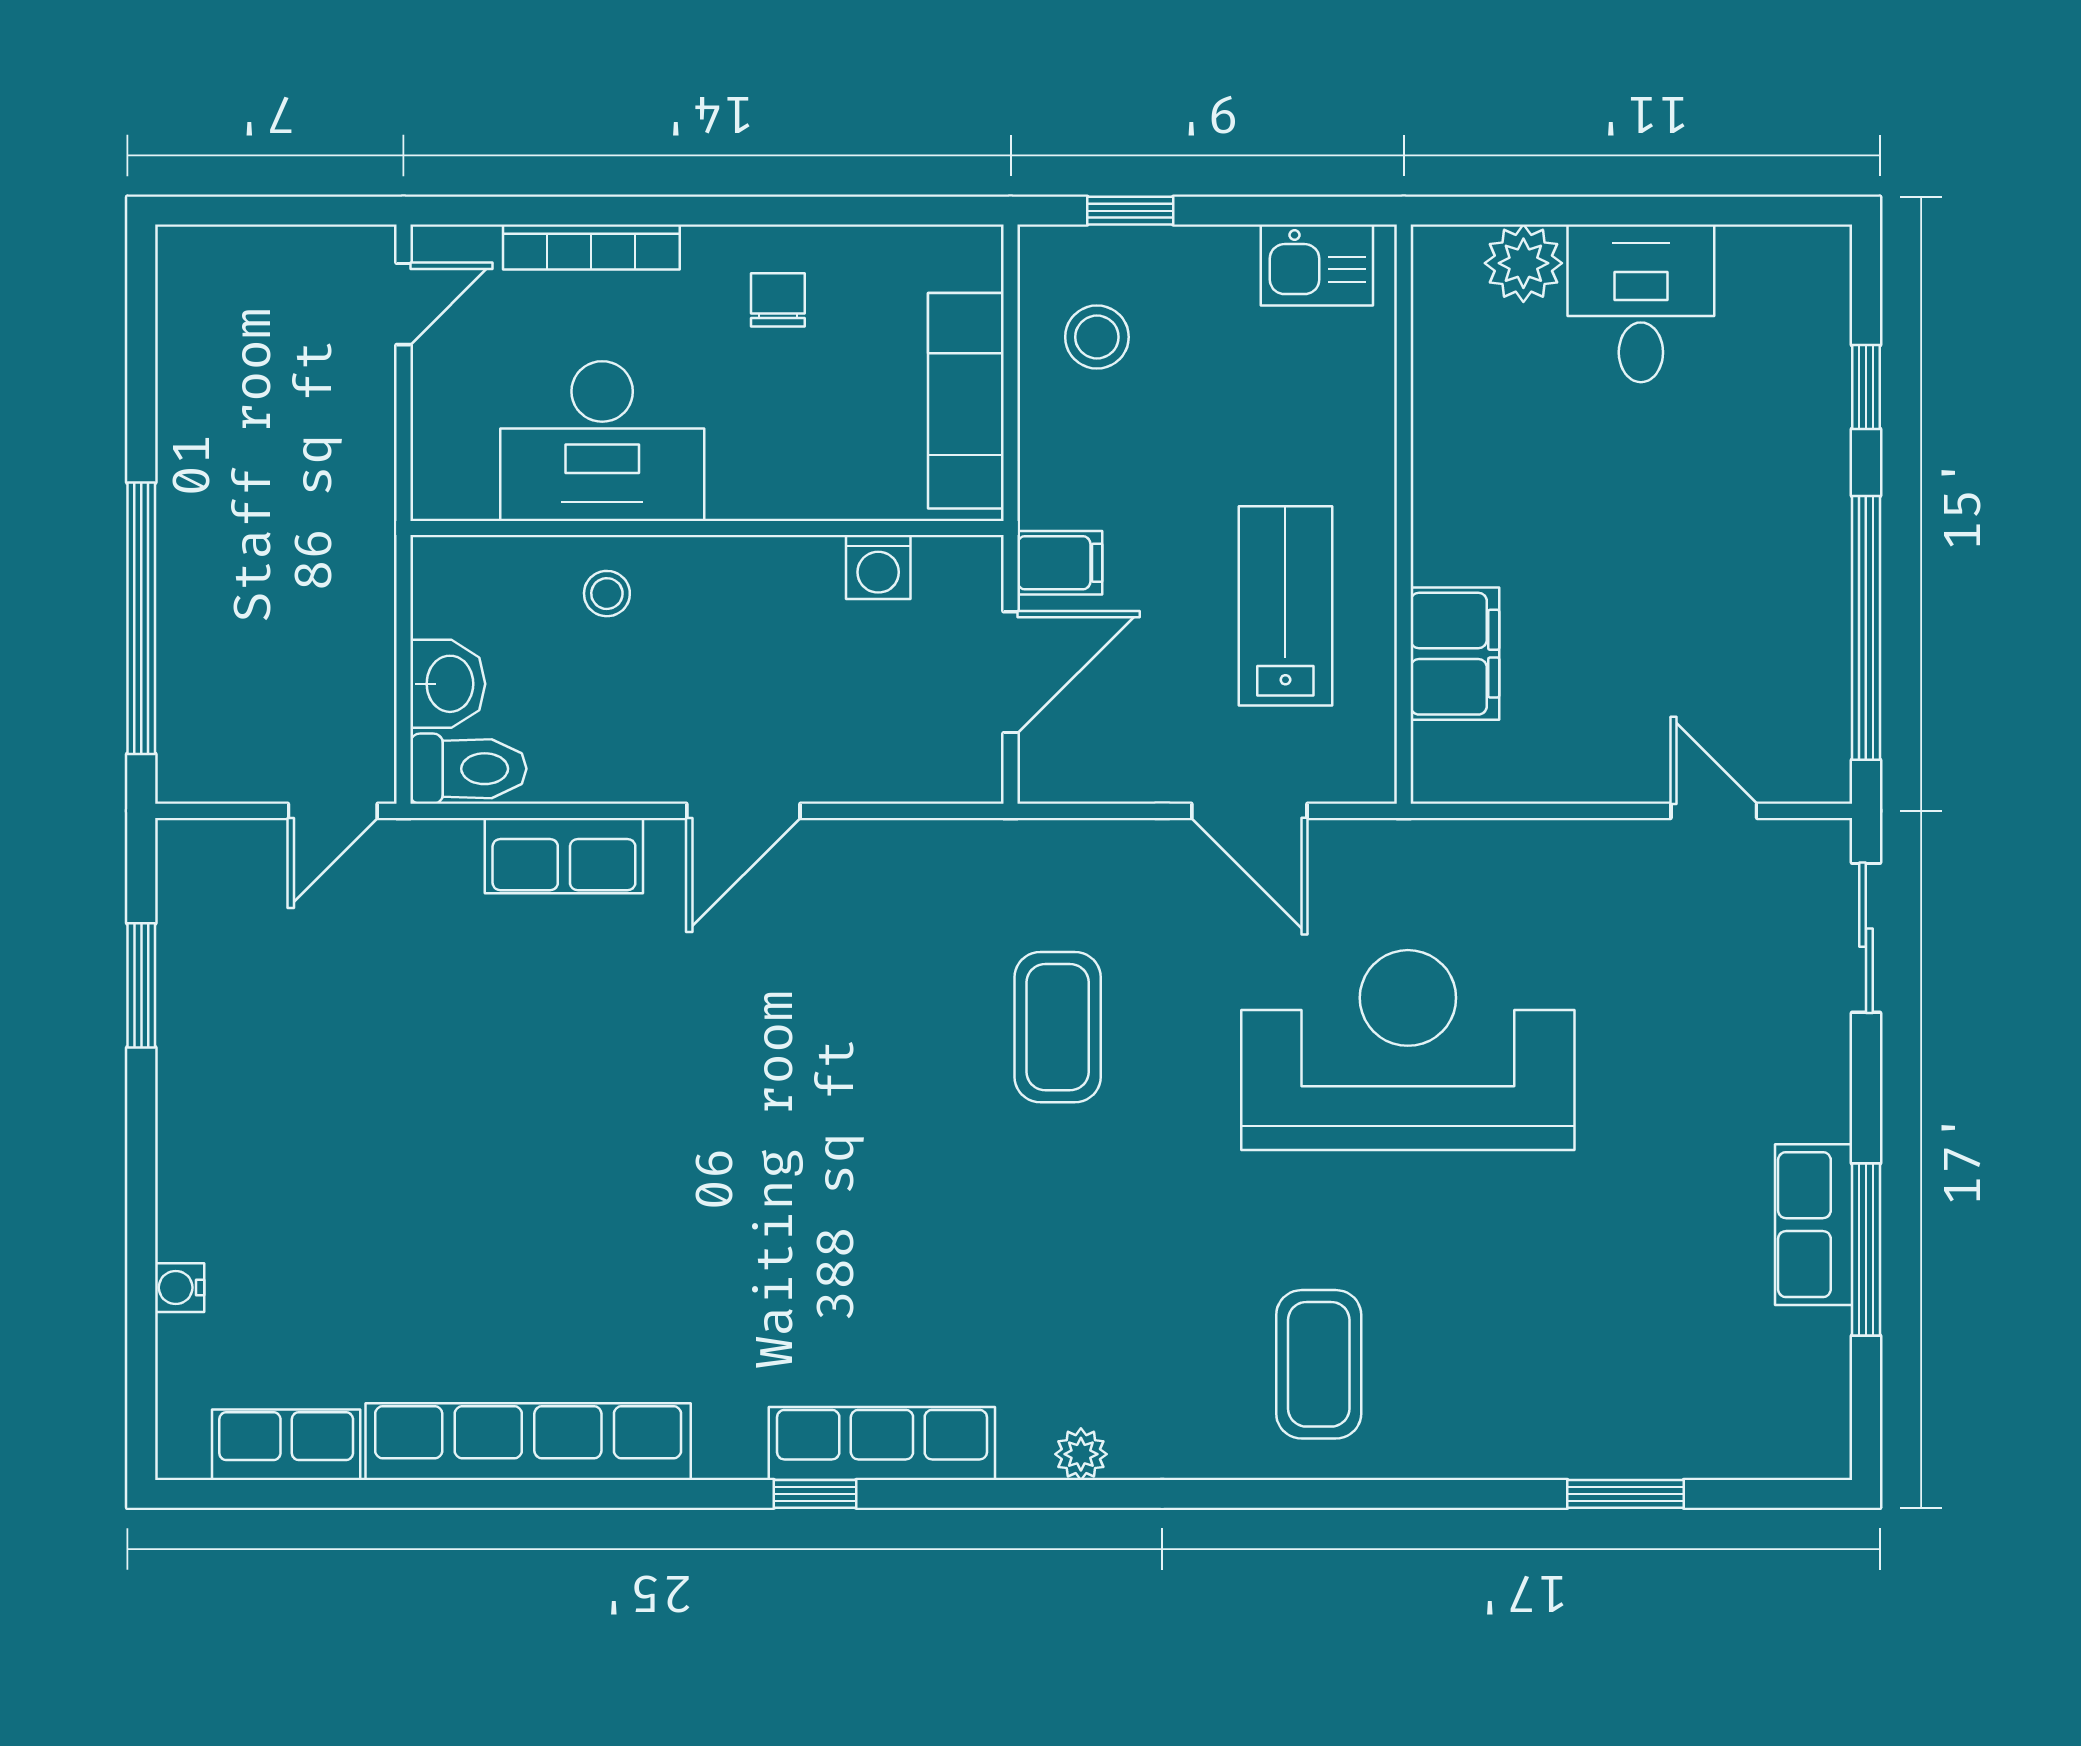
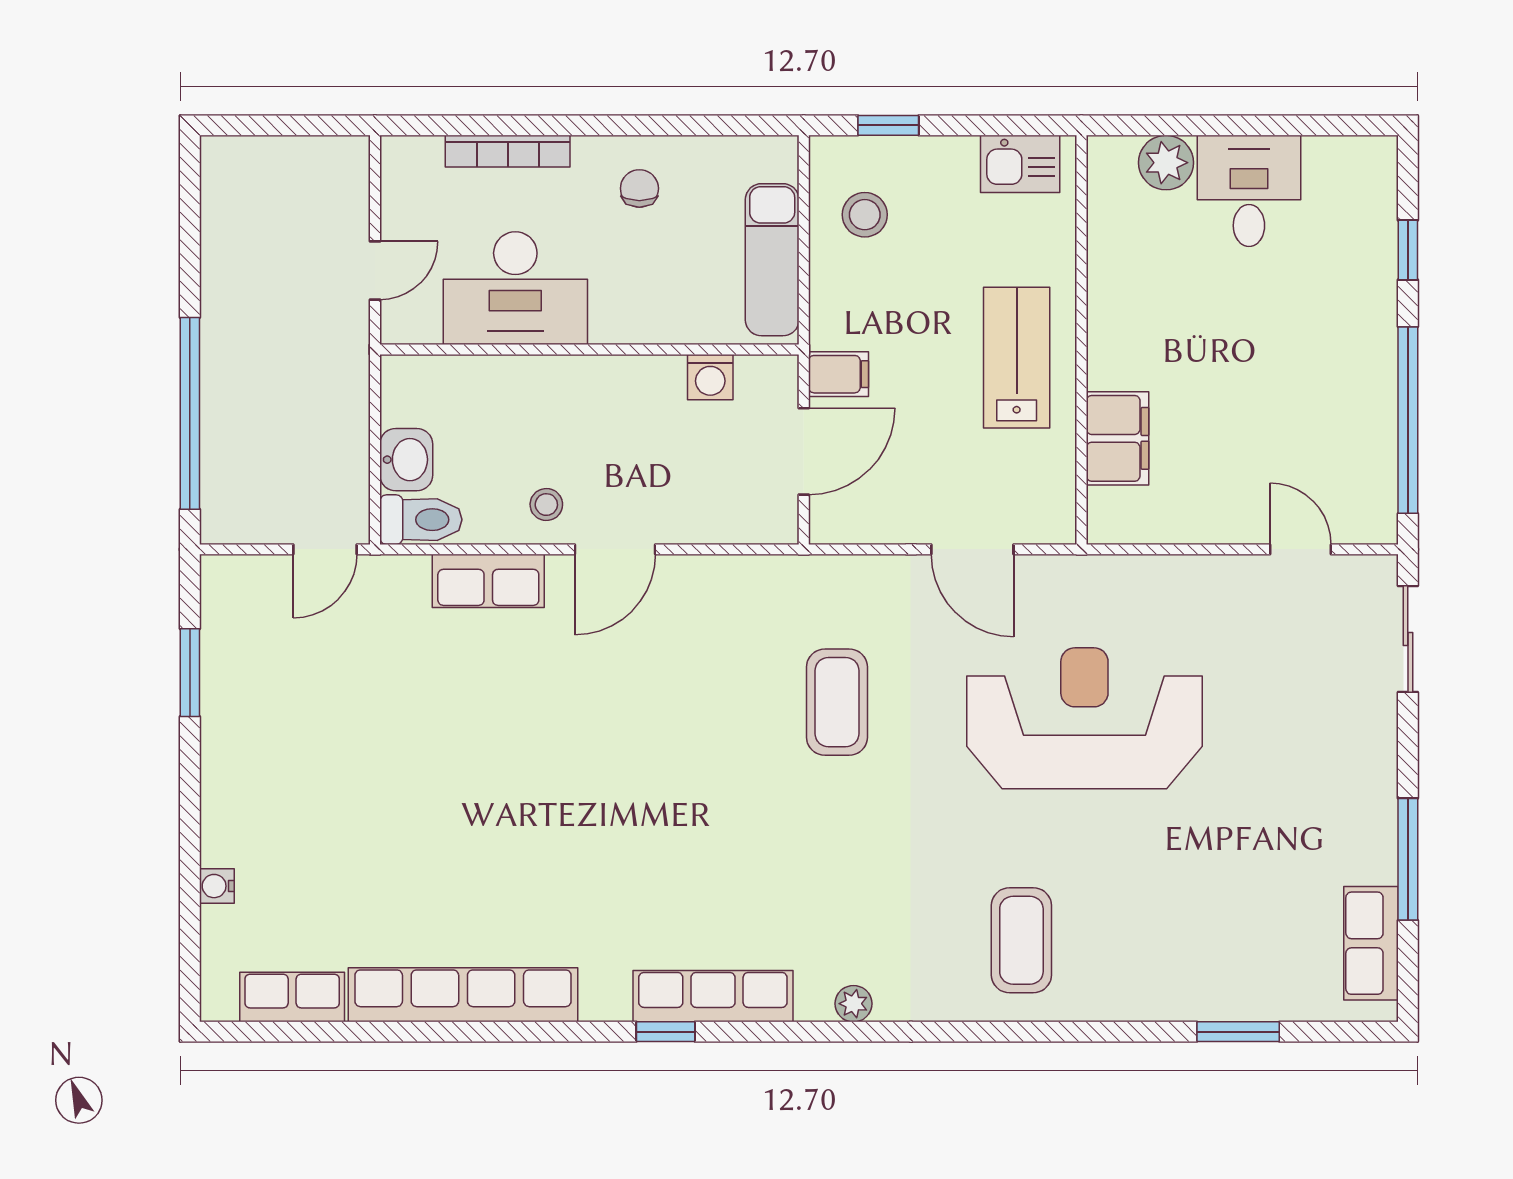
door: (403, 304) -> (375, 271), moved
stool: (607, 594) -> (546, 505), moved
lab bench: (1285, 606) -> (1017, 358), moved
row of seats: (1814, 1225) -> (1371, 943), moved

